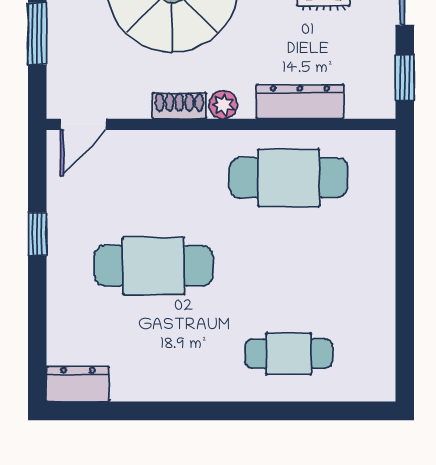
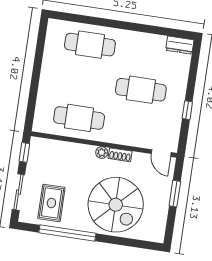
dresser: (300, 102) -> (70, 149), removed
door: (84, 124) -> (161, 153), swing flipped
cafe table: (289, 354) -> (90, 45), width x1.37, depth x1.35

